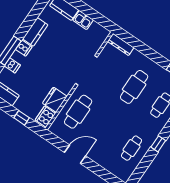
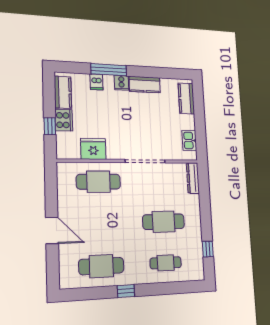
kitchen sink: (83, 20) -> (189, 140), moved
cooker: (45, 117) -> (64, 120), moved, turned 90
cafe table: (131, 148) -> (101, 266), width x1.37, depth x1.35
door: (75, 154) -> (52, 230), moved

